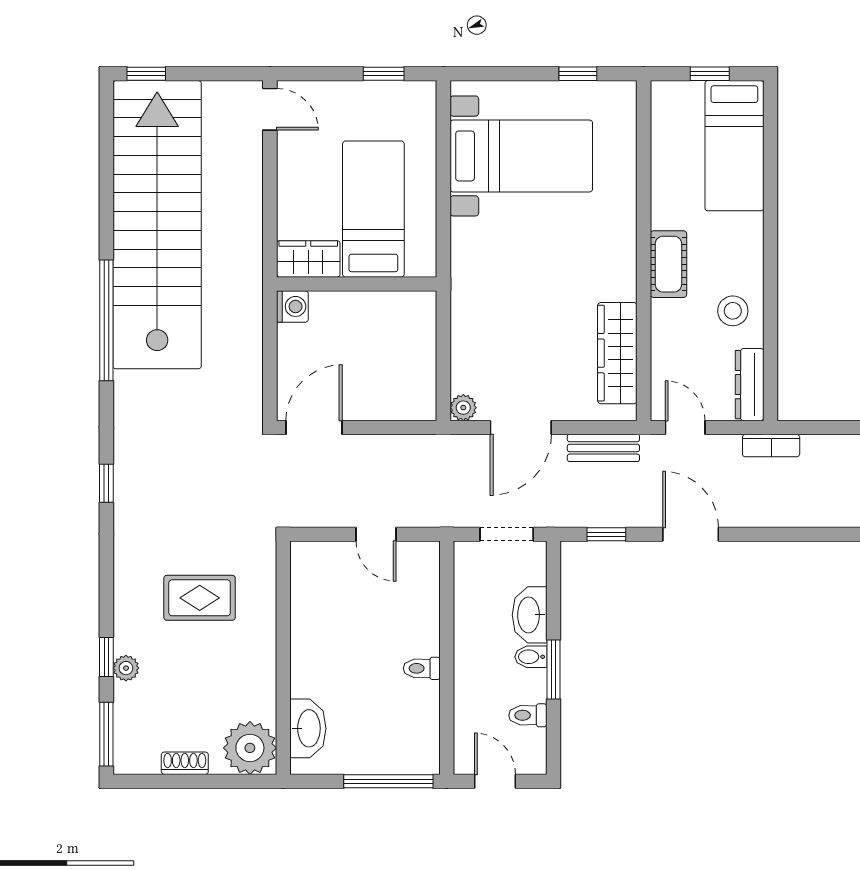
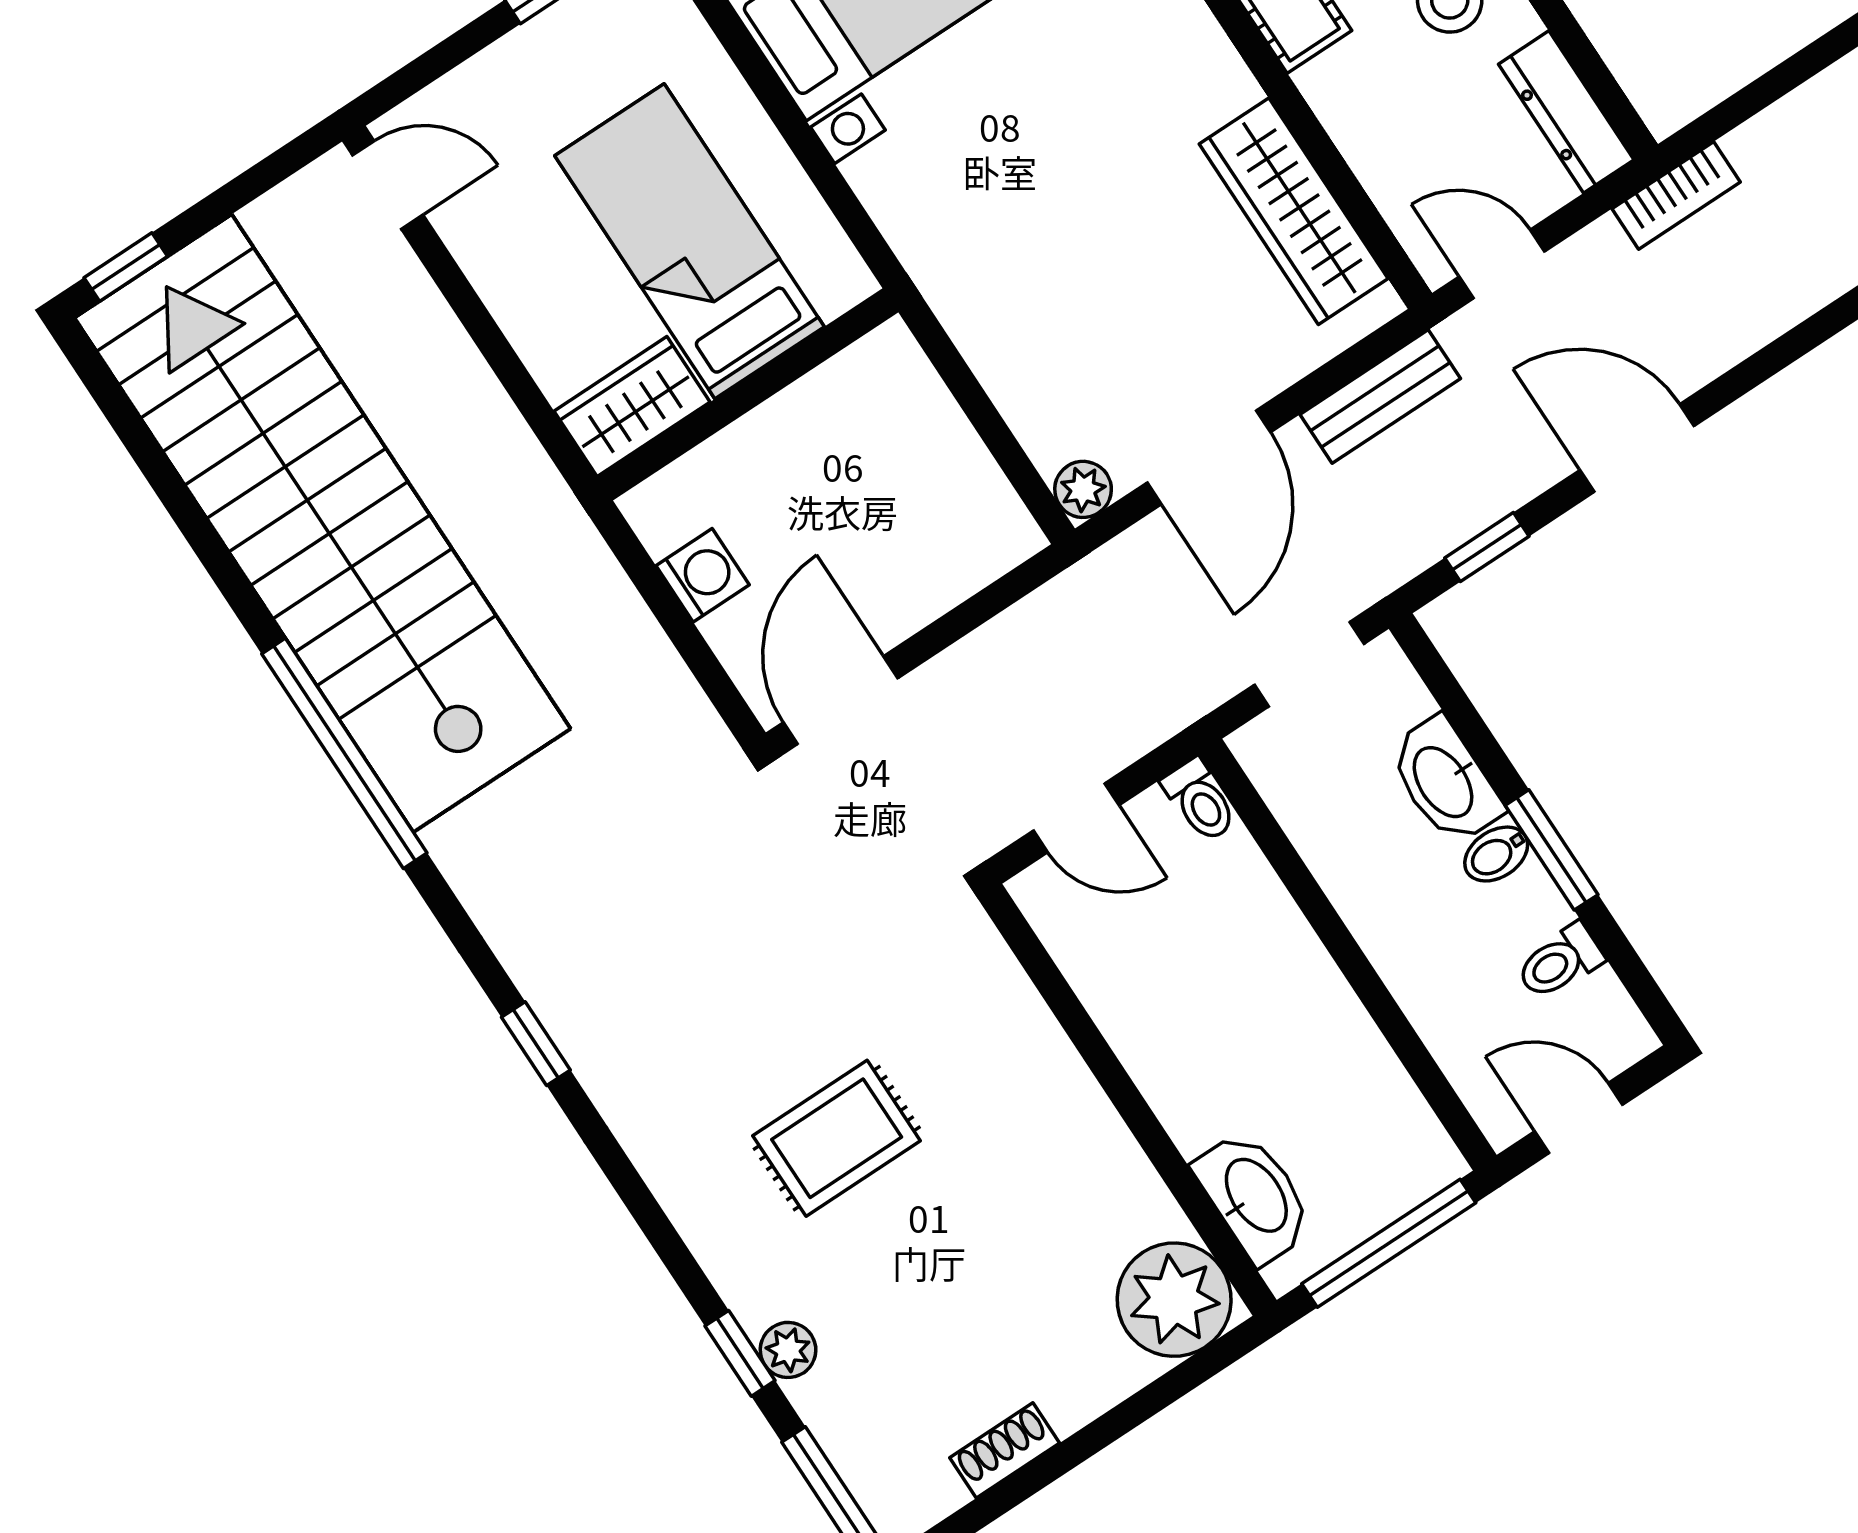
washing machine: (292, 306) -> (703, 575), moved
wall: (283, 658) -> (1127, 1100), moved
toilet: (422, 668) -> (1200, 800), moved, turned -90
washbasin: (308, 728) -> (1254, 1197), moved
plant: (250, 748) -> (1174, 1300), moved

